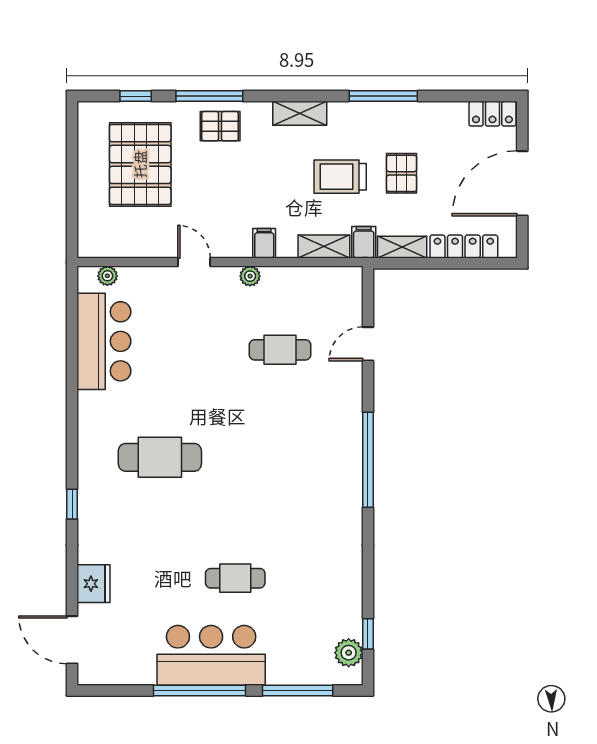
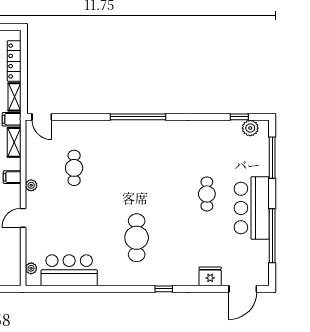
door: (368, 344) -> (42, 117), moved
window: (199, 690) -> (272, 236), moved

